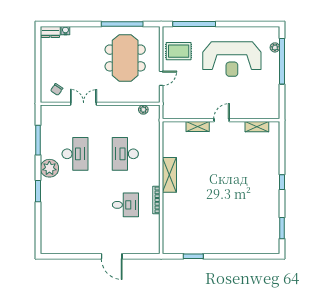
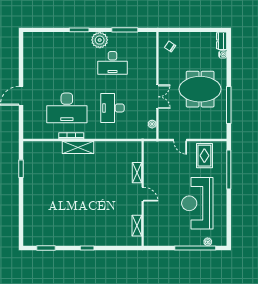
meeting table: (125, 58) -> (200, 89), moved
double door: (84, 104) -> (157, 97), moved
desk: (125, 154) -> (112, 108), turned -90
shelving: (169, 175) -> (78, 147), moved
desk: (125, 205) -> (67, 108), width x1.87, depth x1.30

